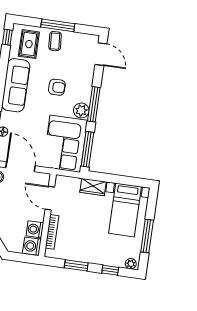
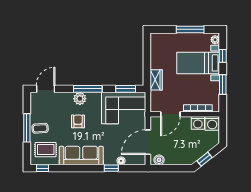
plant: (81, 110) -> (80, 99), moved
window: (87, 149) -> (126, 89), width x0.69
bed with nightstands: (125, 210) -> (198, 63), moved, turned 180

